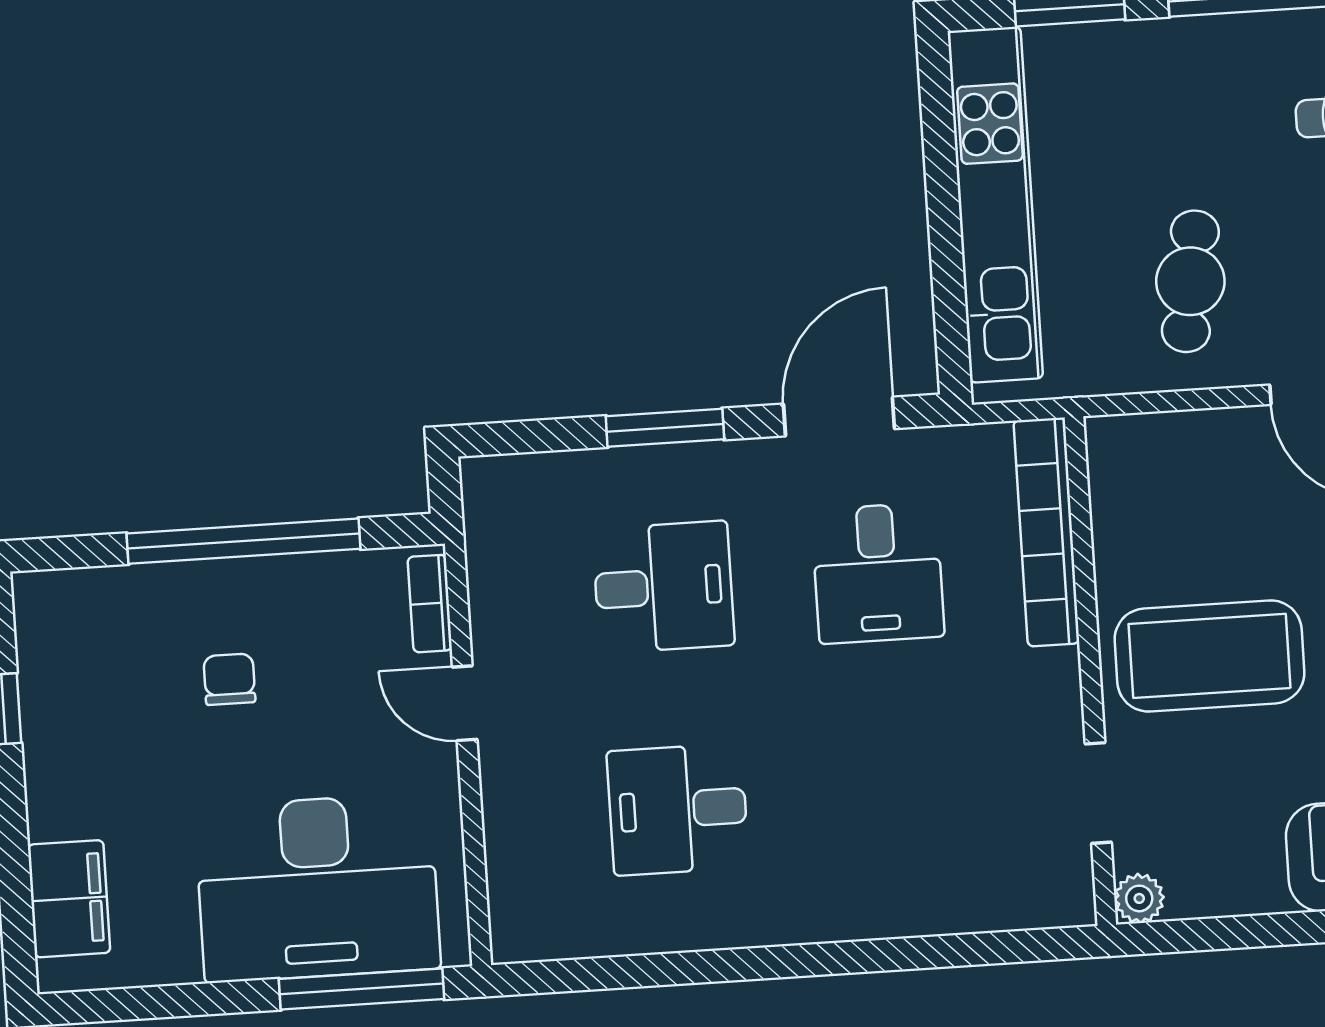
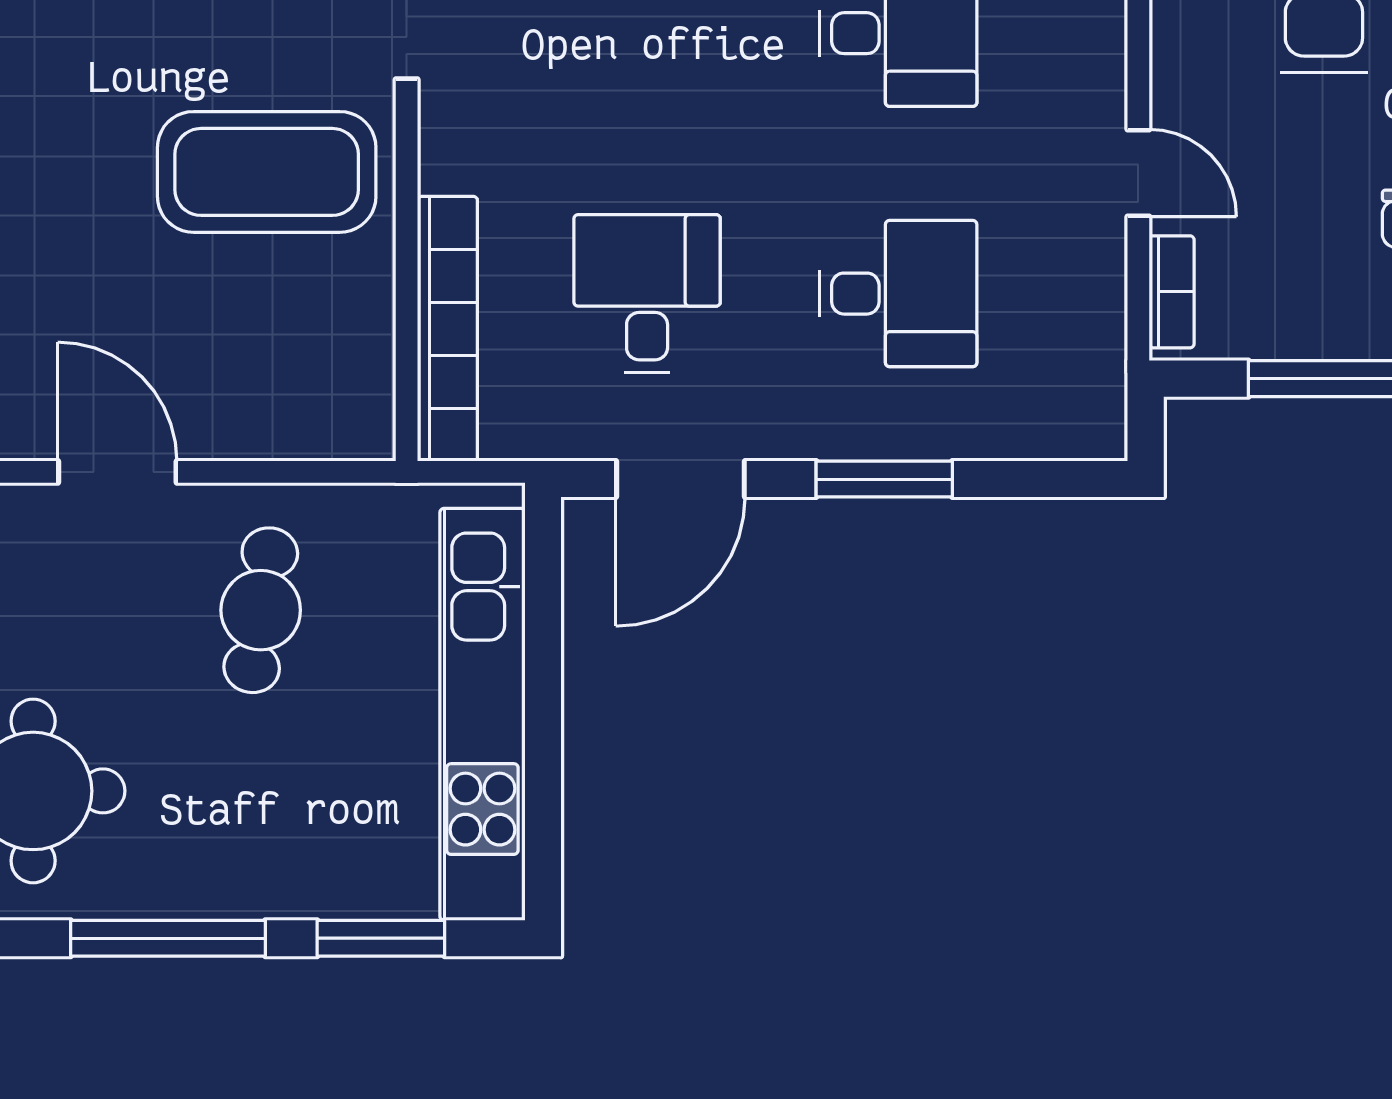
desk: (663, 587) -> (898, 294), turned 180

